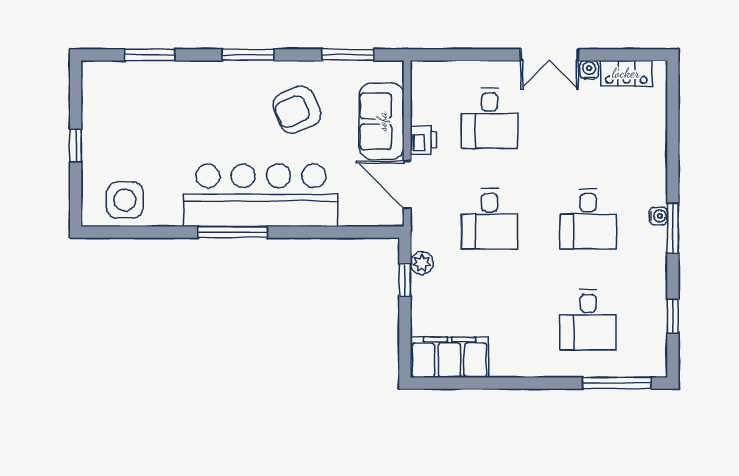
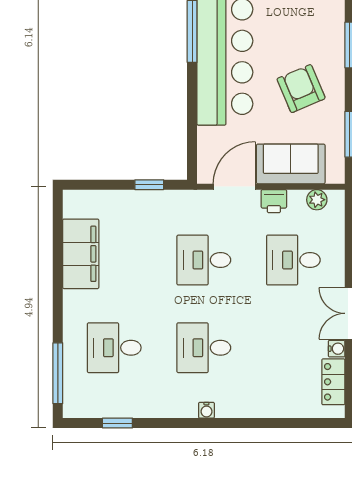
window: (673, 228) -> (196, 423), removed
plant: (422, 263) -> (317, 200), moved
filing cabinet: (450, 357) -> (81, 254), moved

